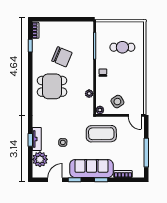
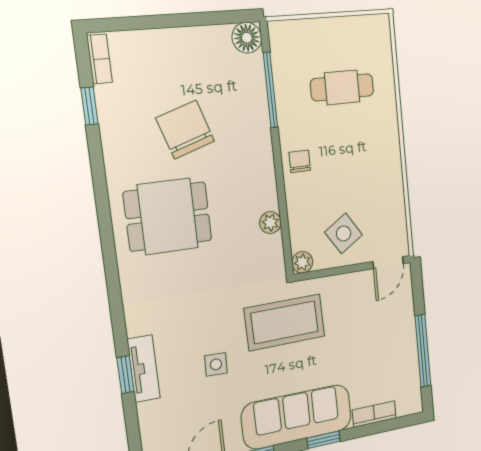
floor lamp: (88, 27) -> (247, 38), added
chair: (62, 57) -> (185, 130), turned -131
door: (135, 115) -> (388, 263), hinge flipped
coffee table: (101, 134) -> (285, 322), moved
plant: (40, 159) -> (160, 421), removed

